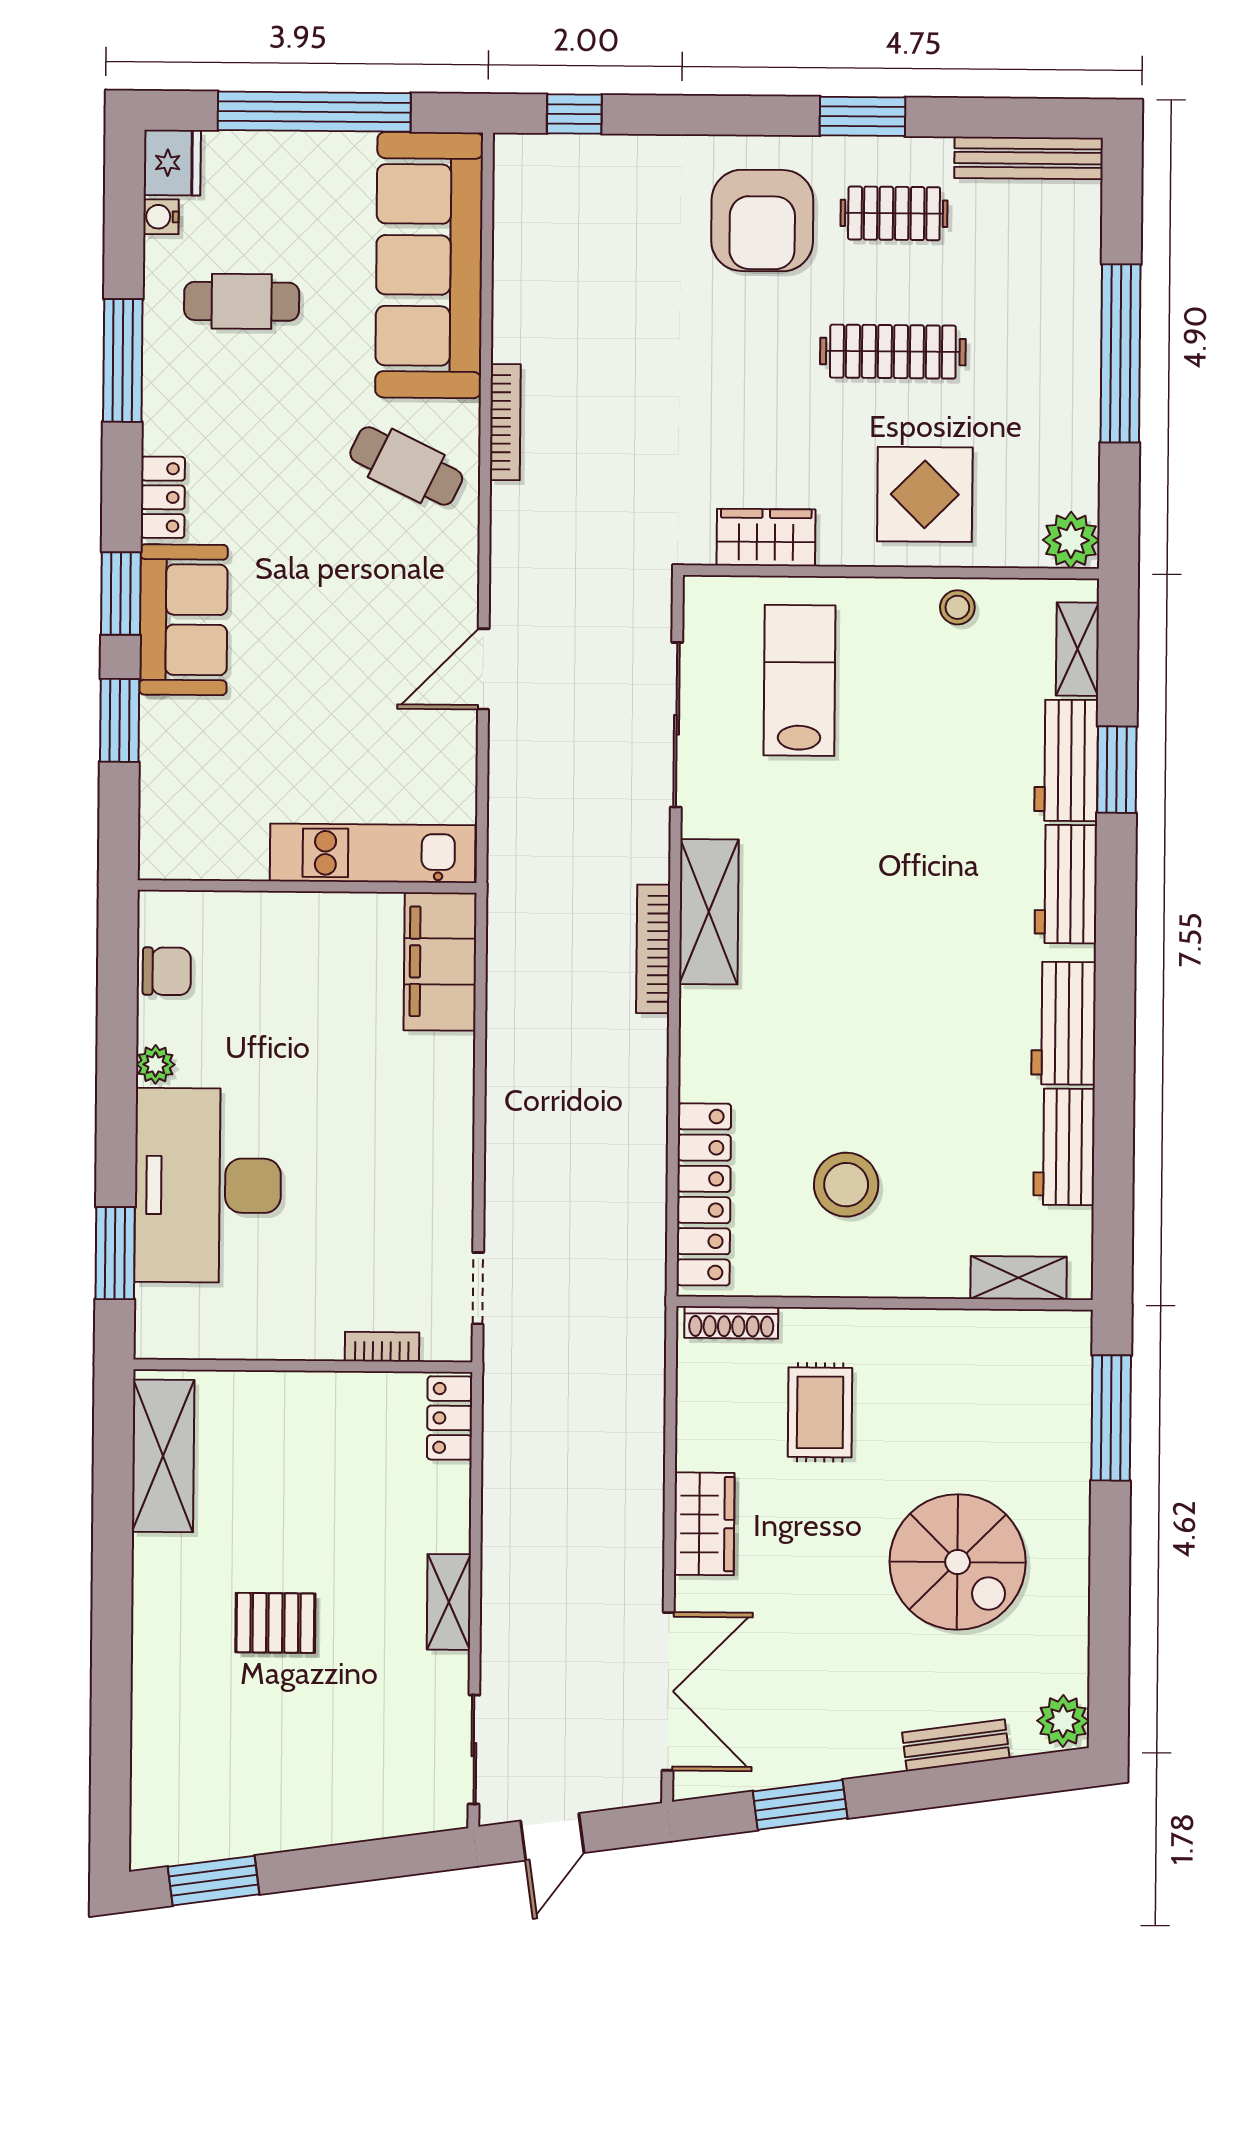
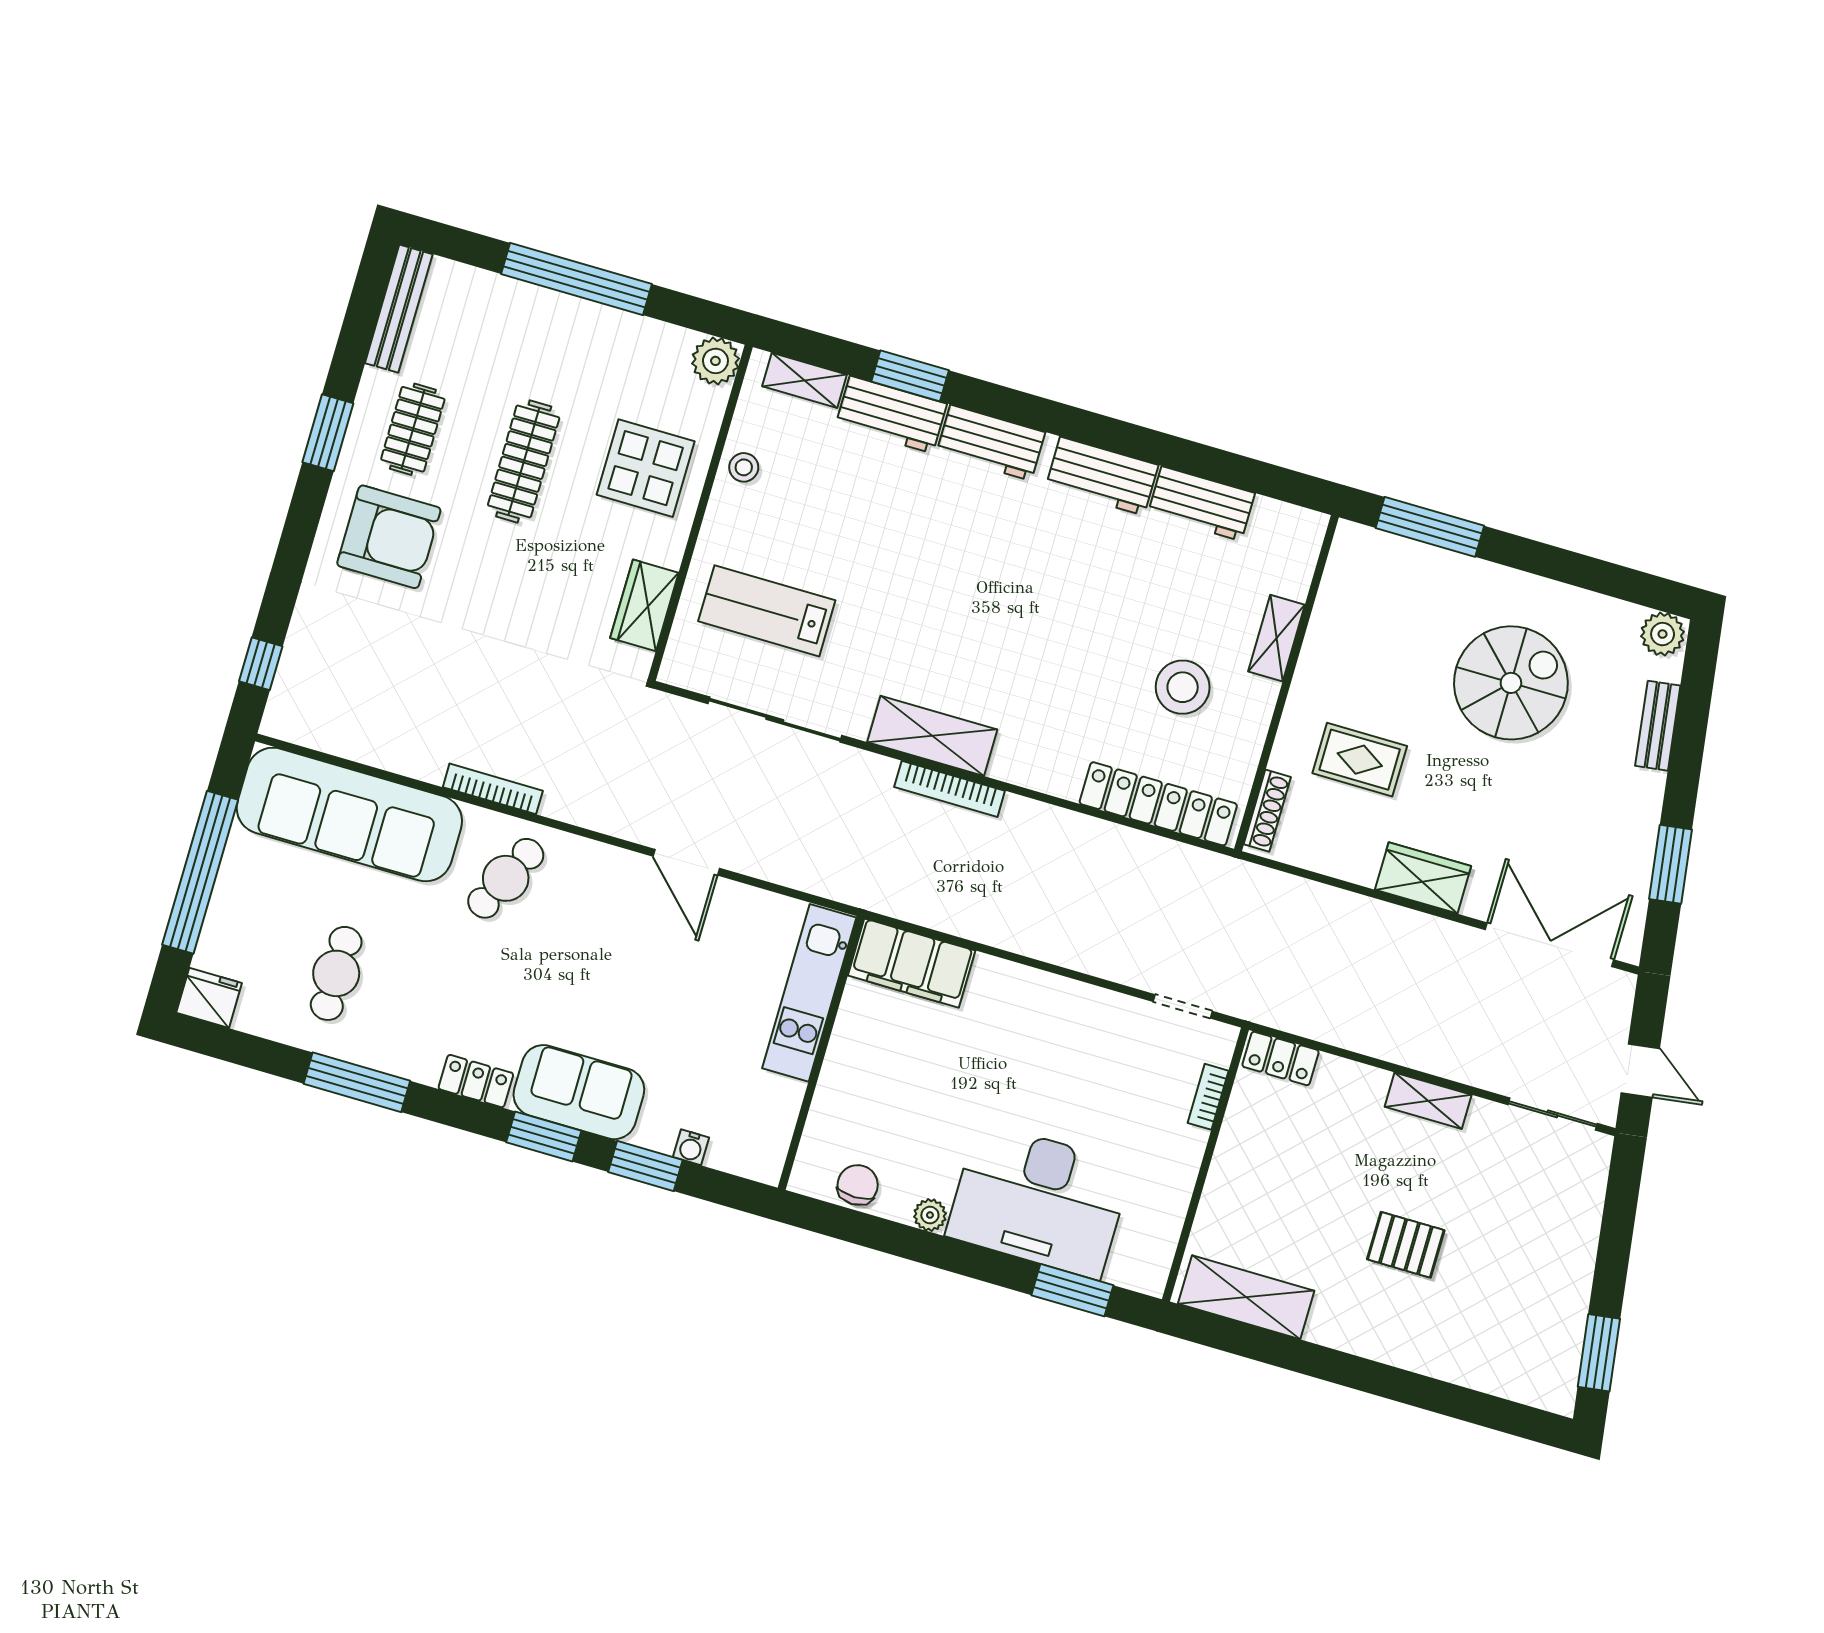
water cooler: (161, 217) -> (691, 1147), moved
shelving: (1019, 1278) -> (1276, 638), moved
pallet: (275, 1623) -> (1406, 1245), turned 90

